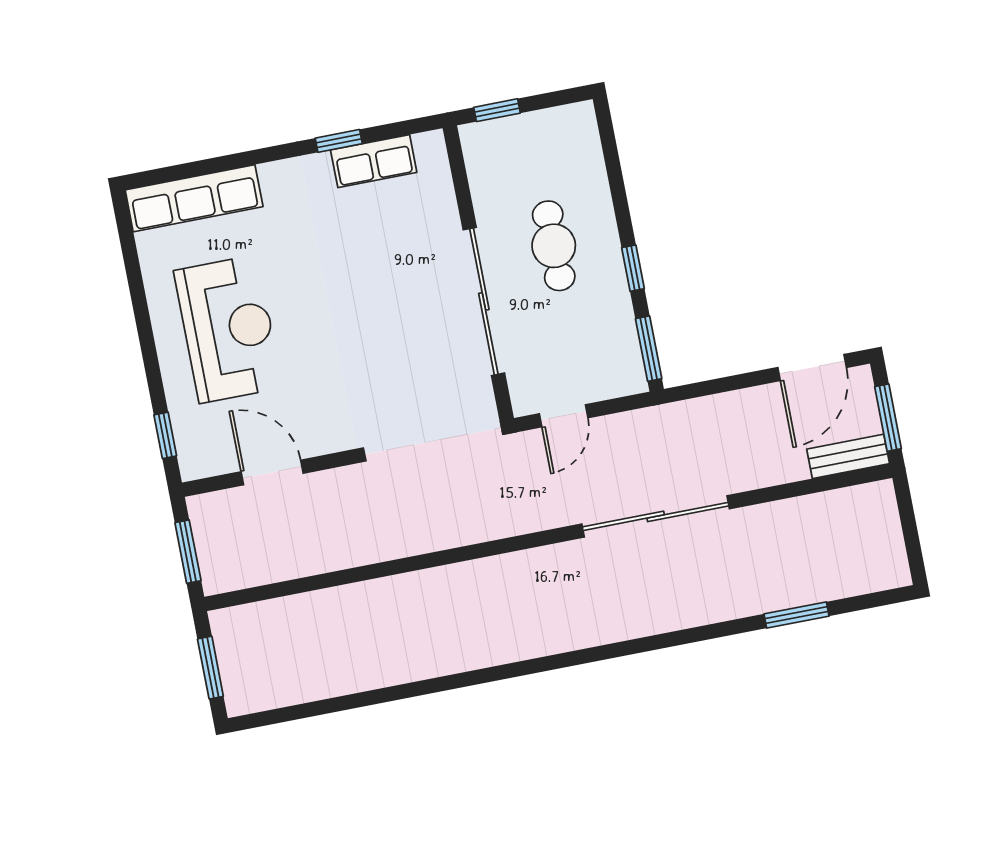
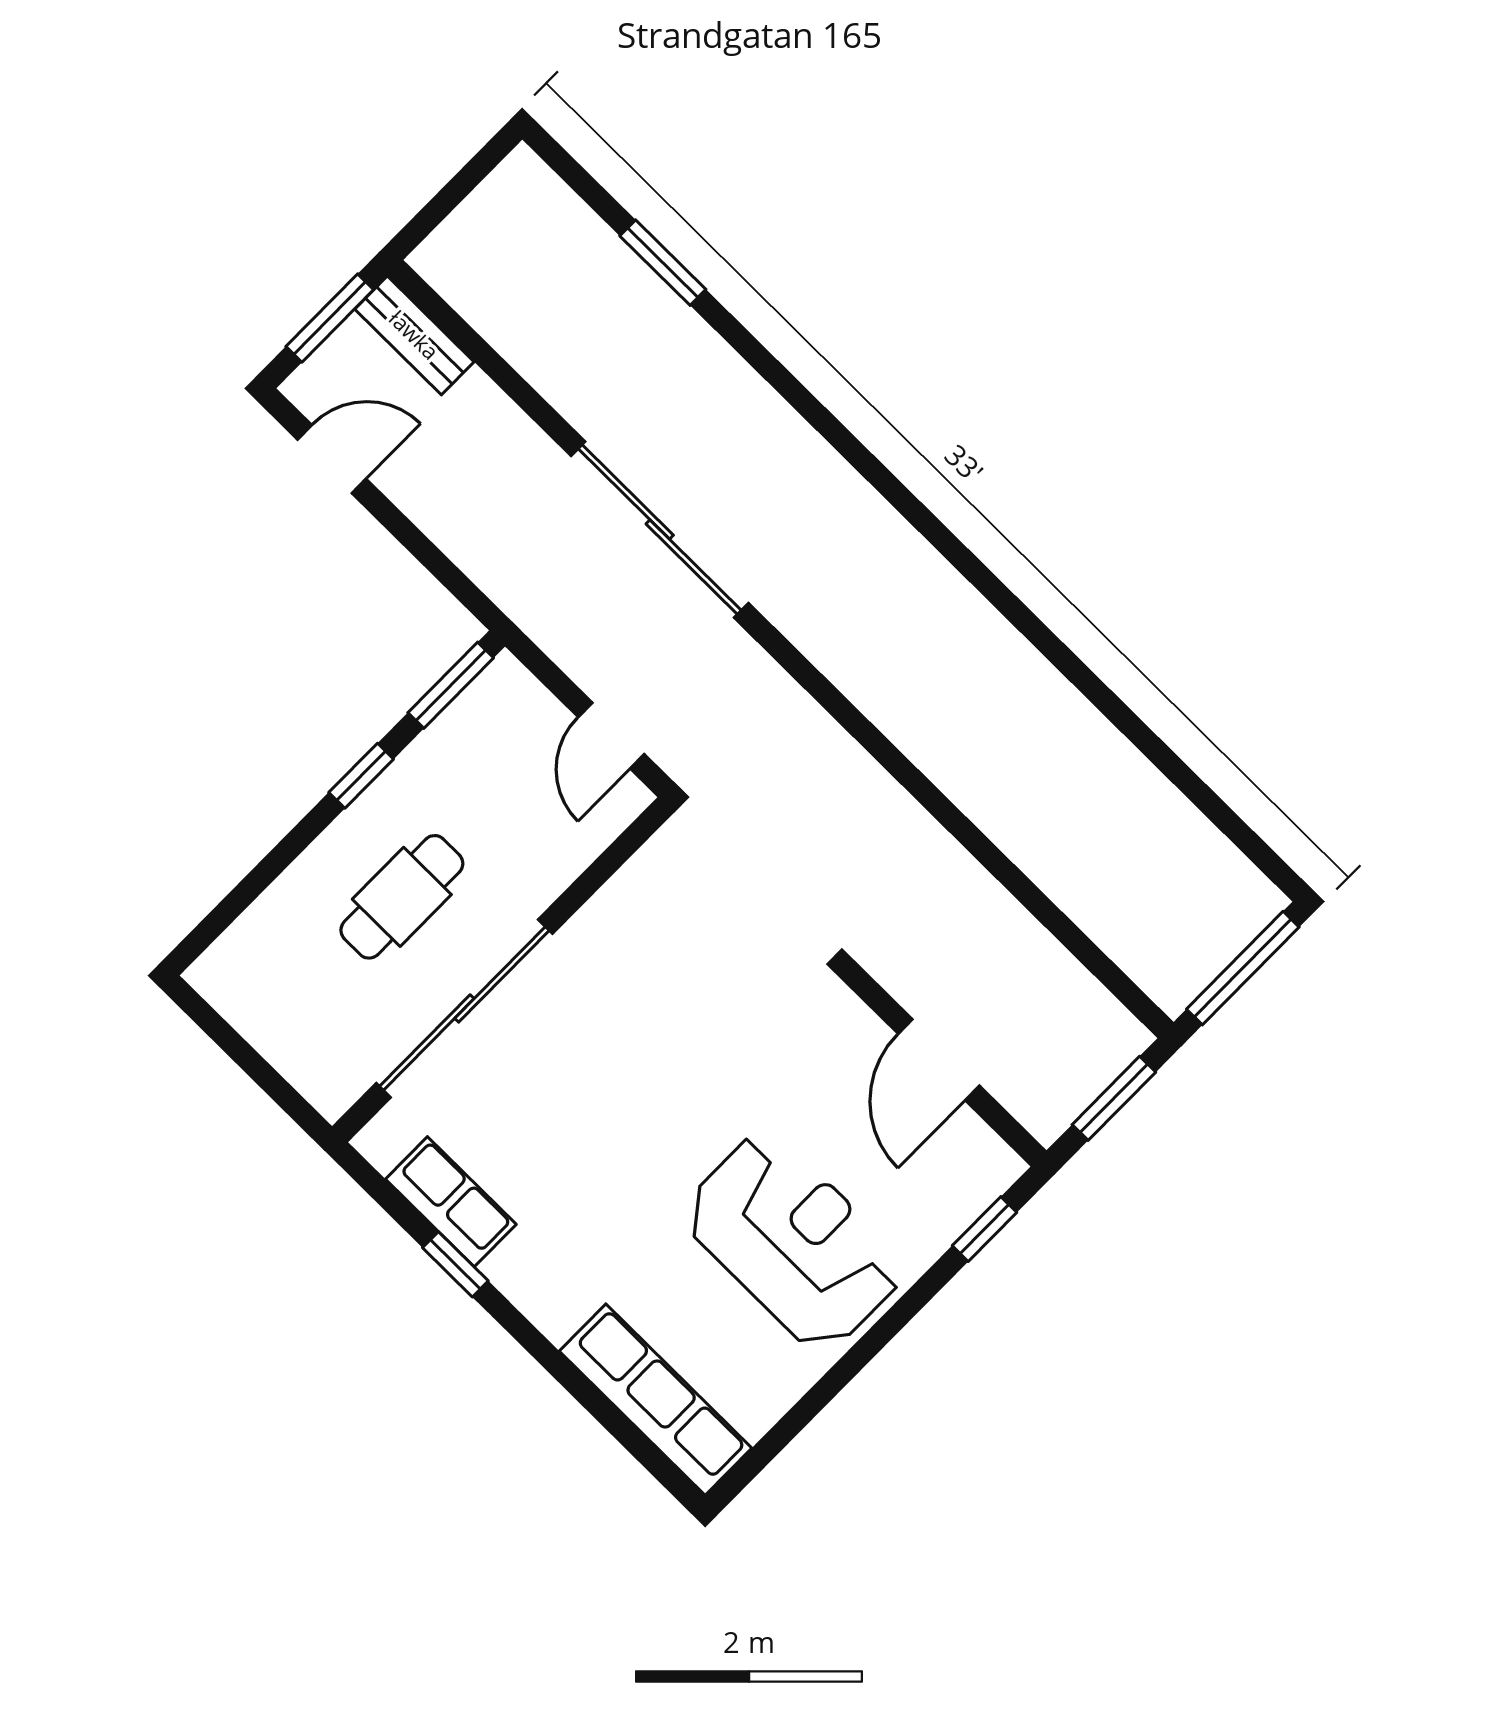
window: (497, 110) -> (278, 1088), removed
sliding door: (484, 301) -> (464, 1008), moved
reception desk: (228, 329) -> (793, 1241), turned 90
door: (812, 367) -> (332, 459), width x0.73
door: (564, 416) -> (611, 736), swing flipped
window: (210, 668) -> (1243, 968), width x1.44

